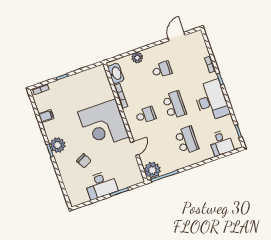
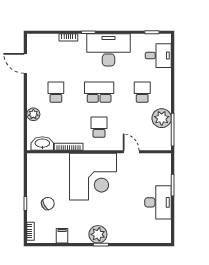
school desk: (187, 140) -> (142, 92), width x0.54
chair: (84, 161) -> (48, 204), moved
plant: (152, 170) -> (162, 118), moved

